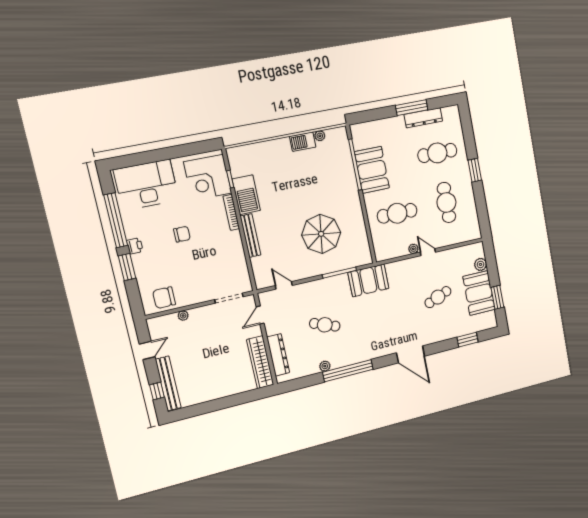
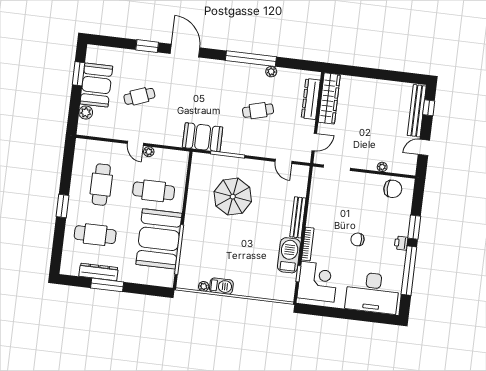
booth: (372, 170) -> (159, 239), width x1.36, depth x1.42
cafe table: (325, 325) -> (258, 111), turned -36
window: (468, 340) -> (147, 46), moved

